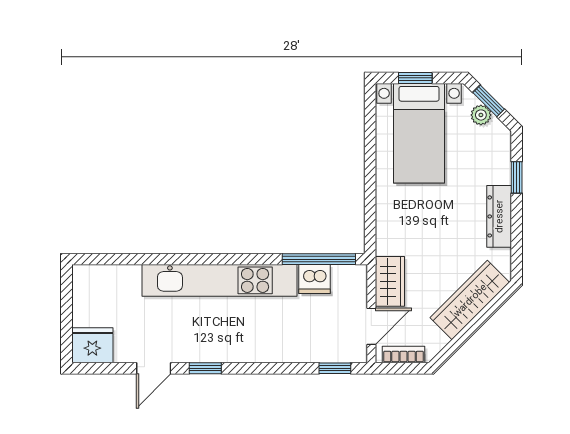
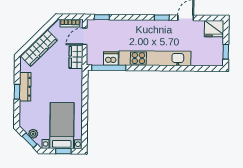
window: (517, 177) -> (17, 92), moved
window: (66, 296) -> (226, 52), added

